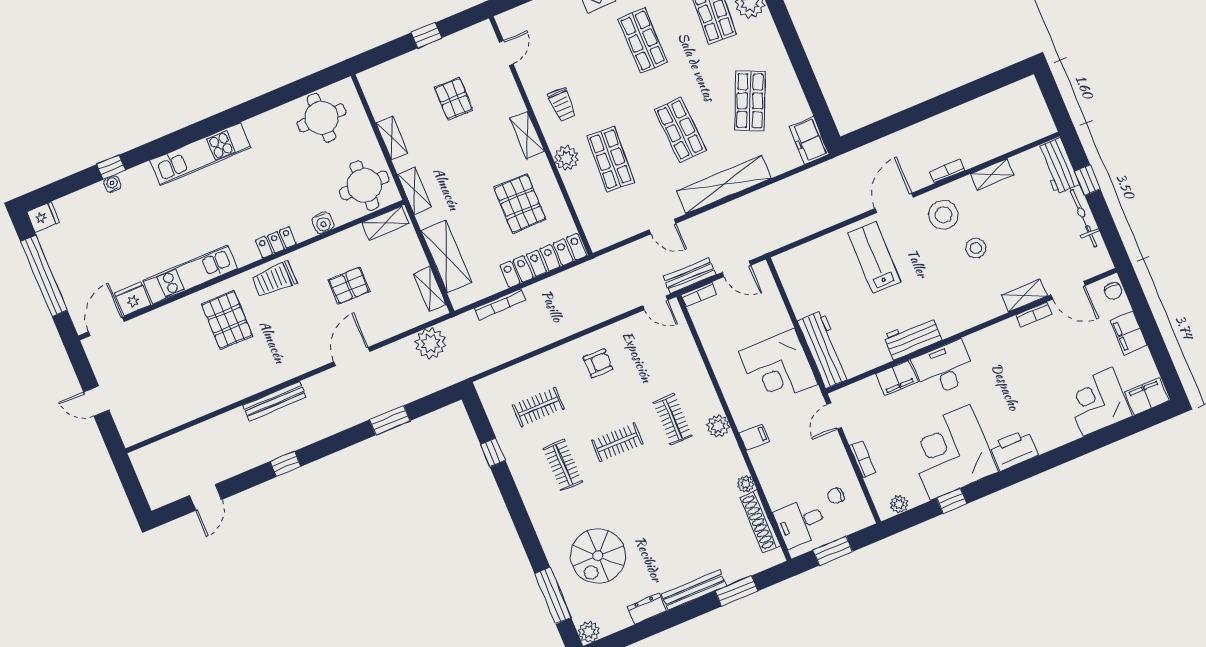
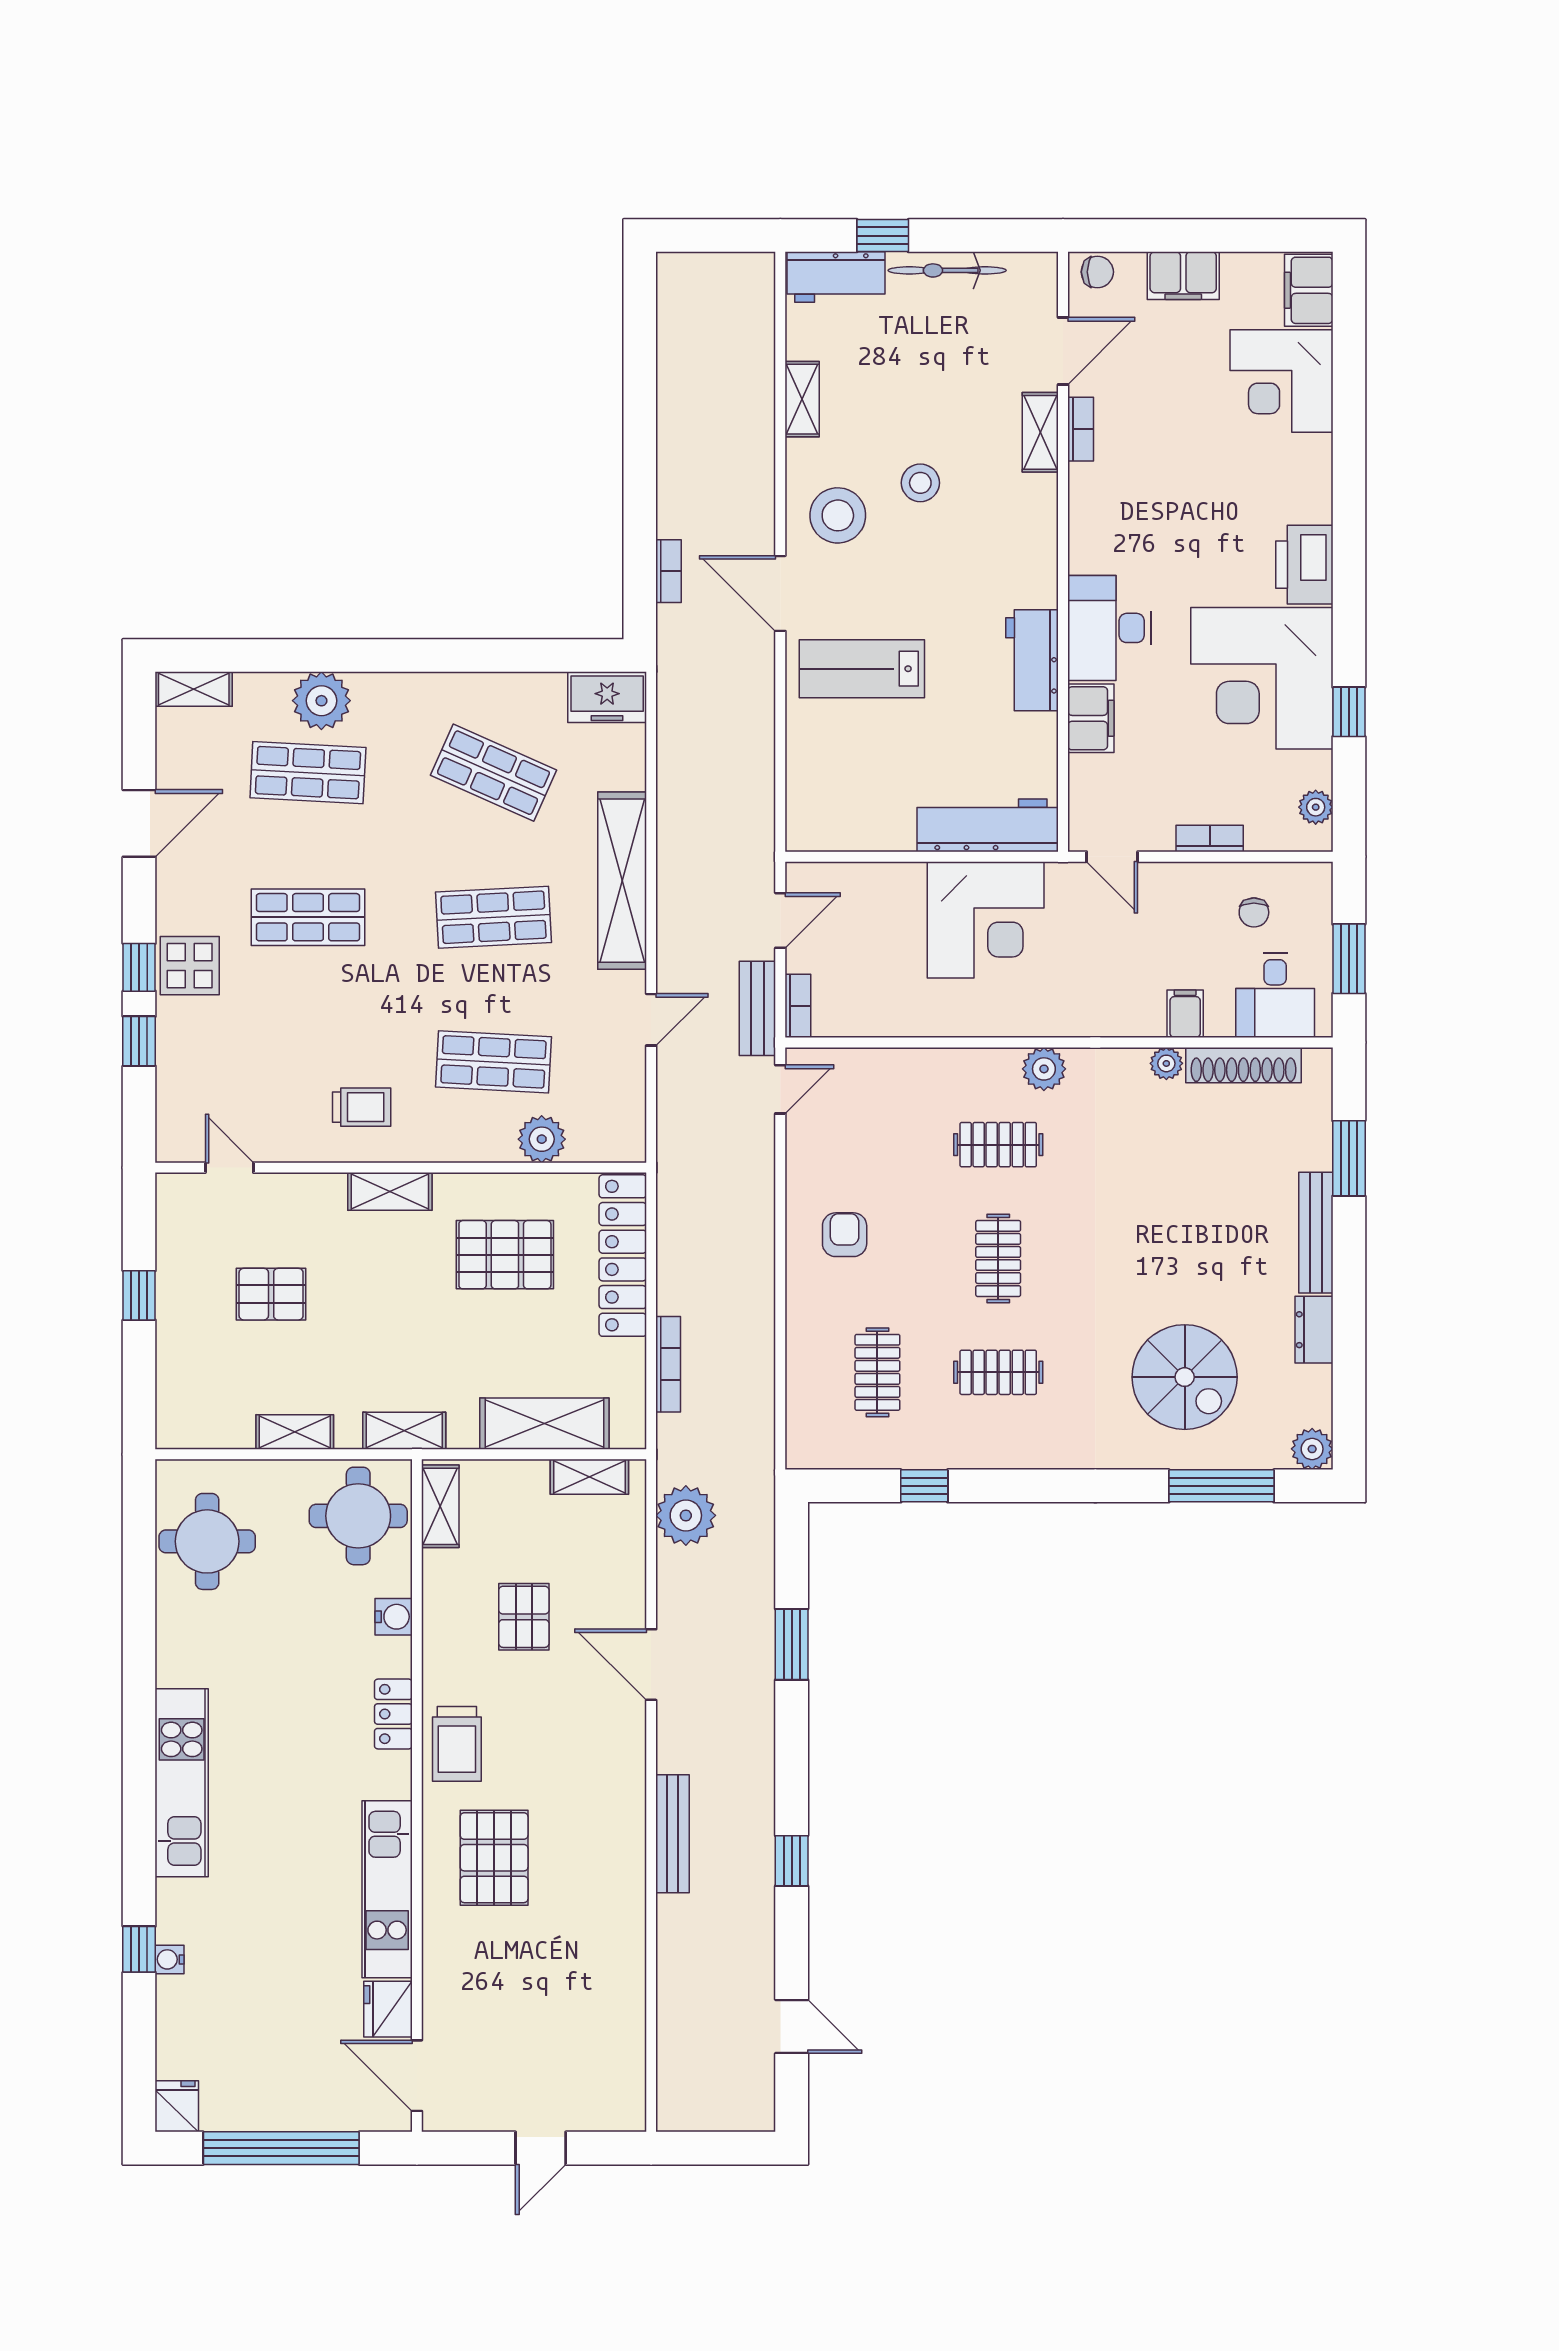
plant: (566, 158) -> (542, 1139), moved
bookcase: (947, 171) -> (669, 571), moved, turned 180
pallet: (227, 320) -> (494, 1858), turned 90
filing cabinet: (754, 437) -> (1185, 1014), moved

